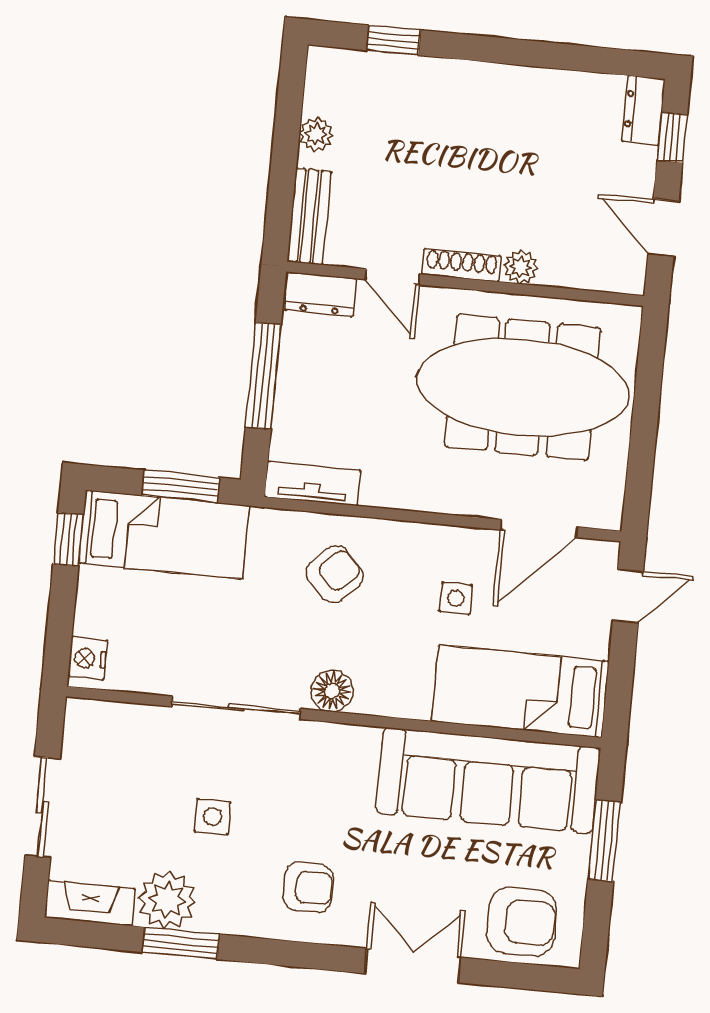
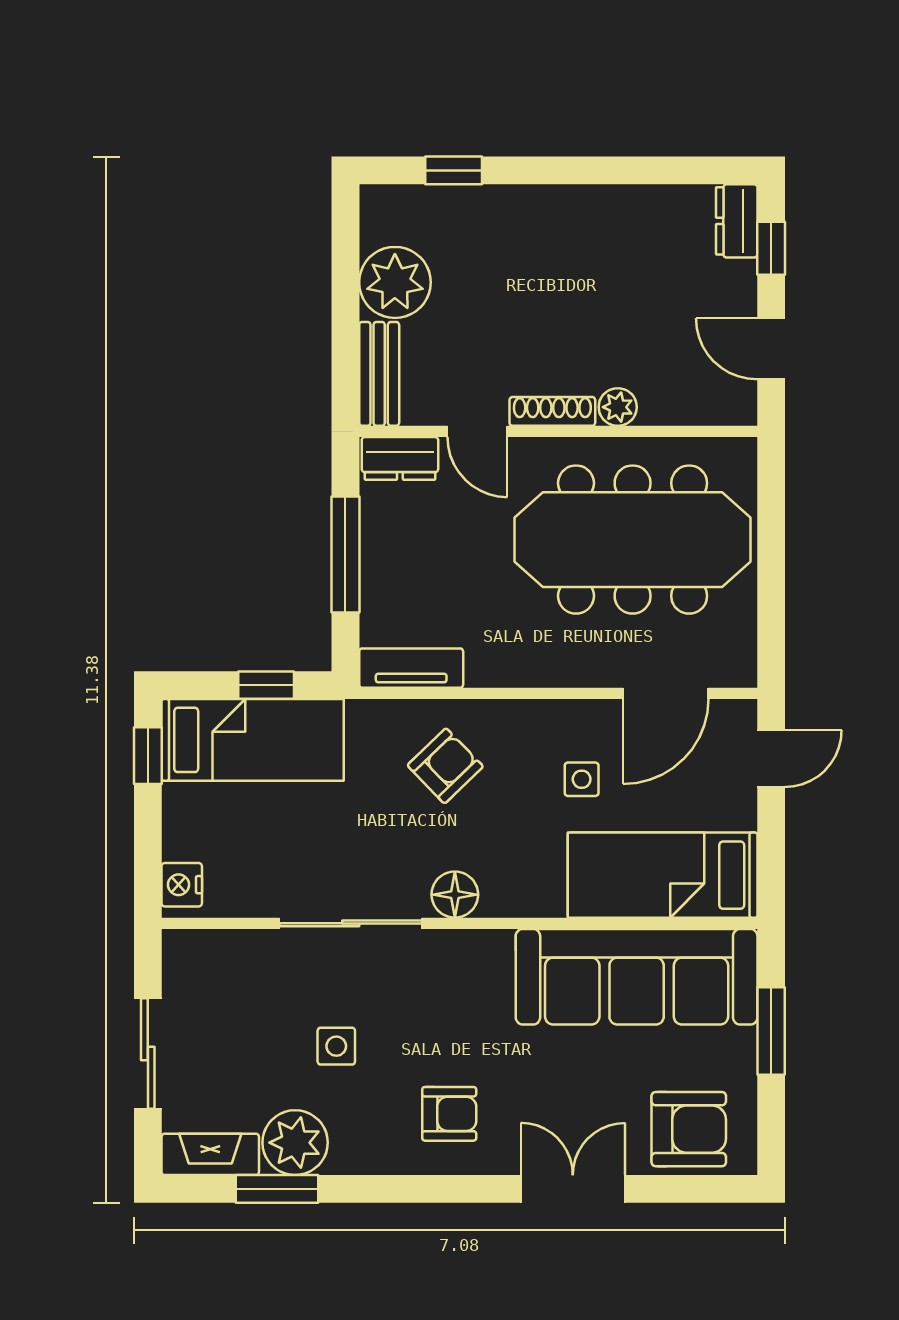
plant: (316, 134) -> (395, 282), width x1.88, depth x1.88
window: (181, 486) -> (266, 685), width x0.67
window: (181, 943) -> (277, 1189), moved

